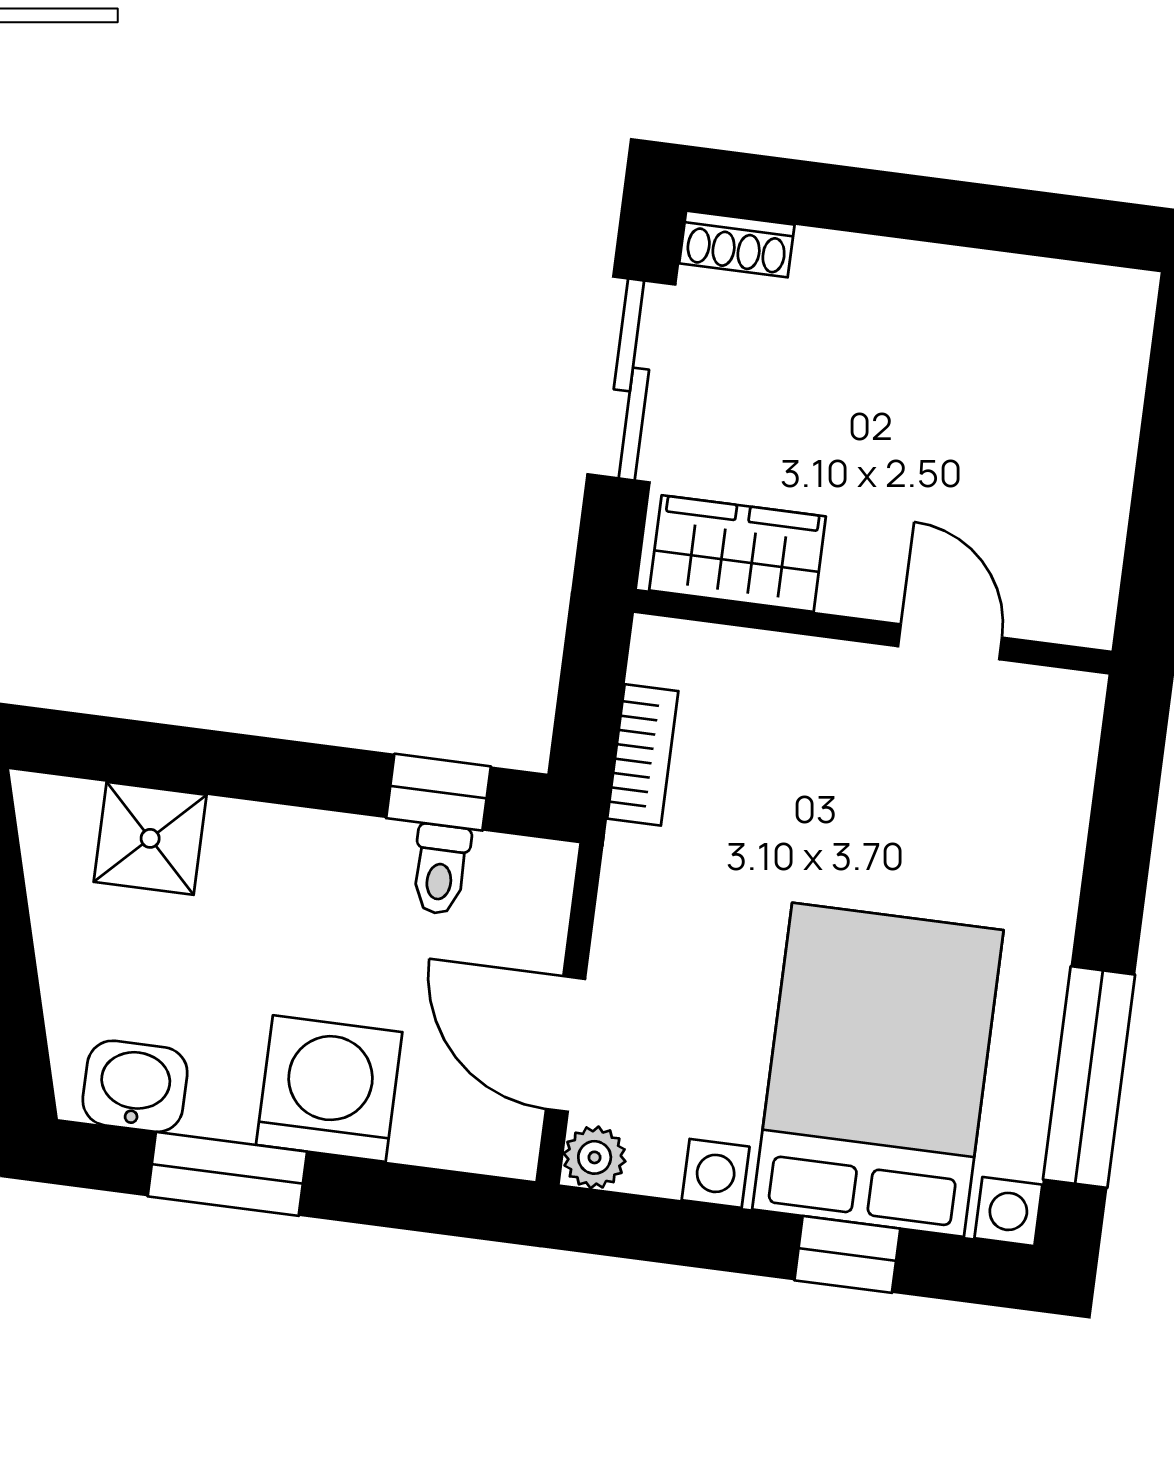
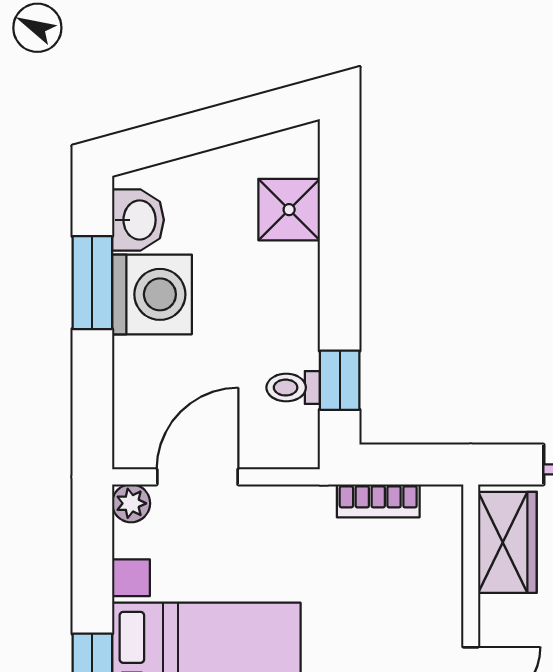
washing machine: (329, 1088) -> (152, 294), moved

